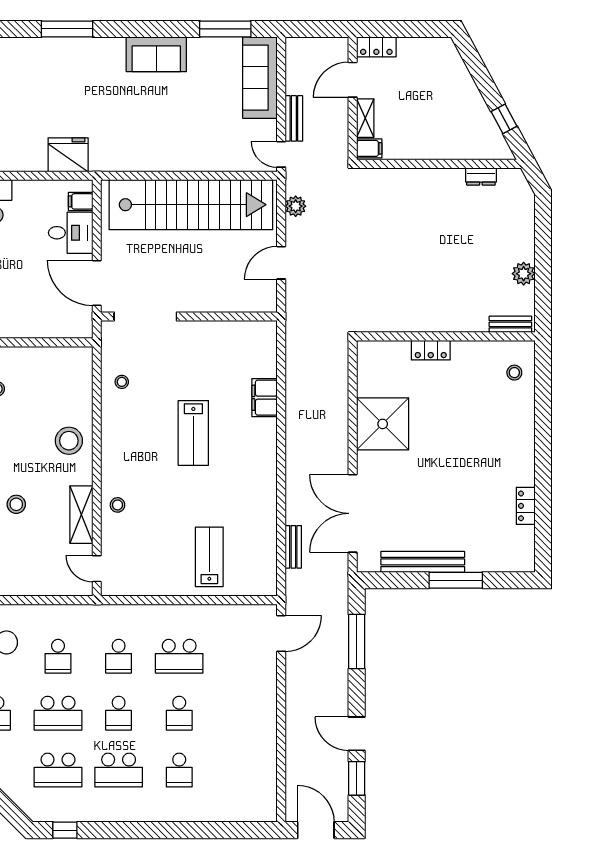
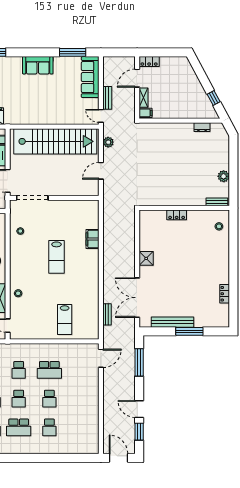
shower: (383, 424) -> (146, 258), width x0.54, depth x0.54
lab bench: (209, 557) -> (65, 320), turned 180

